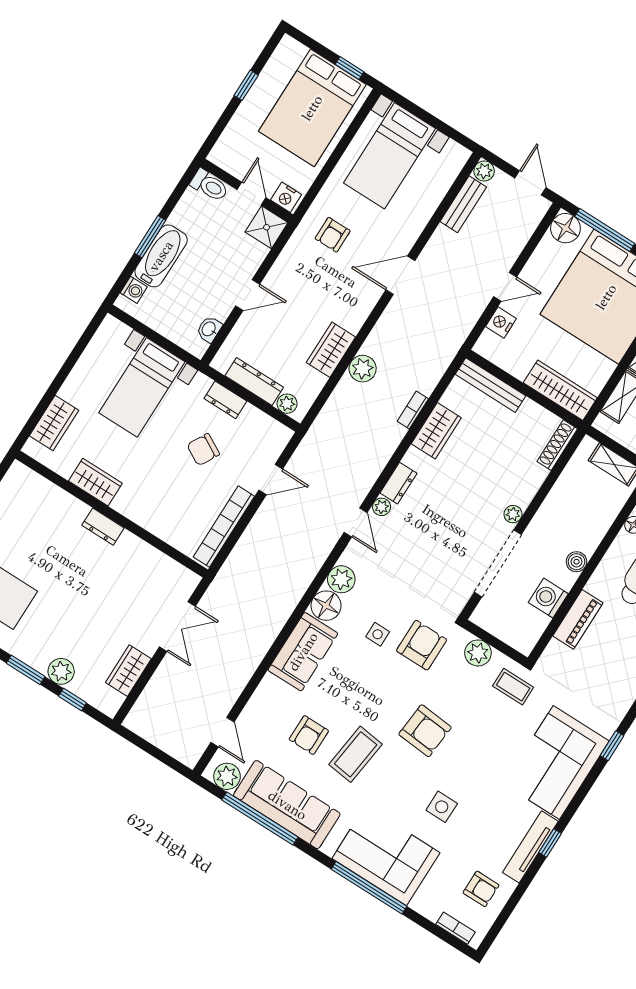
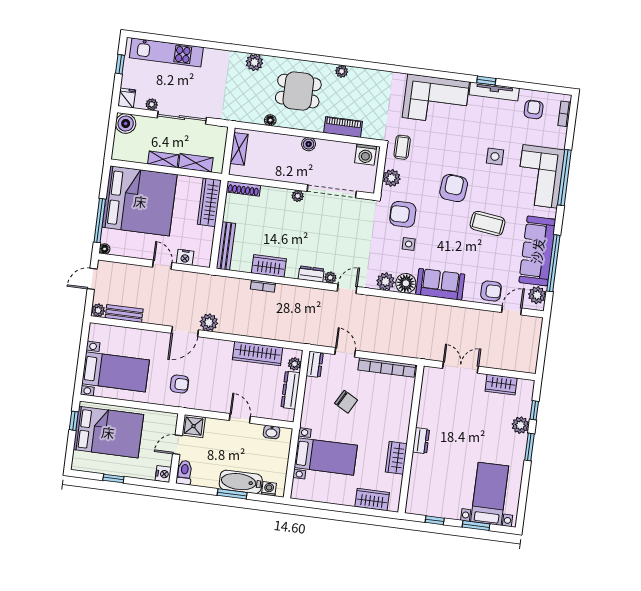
nightstand: (286, 197) -> (163, 474), moved
floor lamp: (565, 228) -> (105, 249), width x0.53, depth x0.53
door: (400, 275) -> (185, 332), hinge flipped
wardrobe: (331, 350) -> (258, 354), width x1.50
plant: (363, 369) -> (209, 322), moved
dresser: (225, 400) -> (315, 364), moved
washing machine: (548, 598) -> (366, 154), moved
armchair: (309, 735) -> (491, 291), moved
window: (612, 746) -> (410, 71), removed

